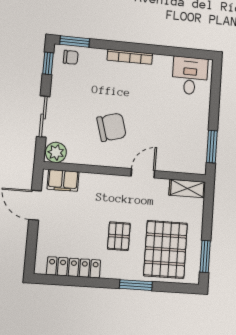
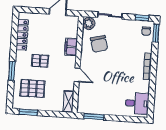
chair: (112, 127) -> (99, 44), moved
filing cabinet: (63, 180) -> (71, 47), moved
pallet: (166, 249) -> (32, 88), width x0.73, depth x0.71

